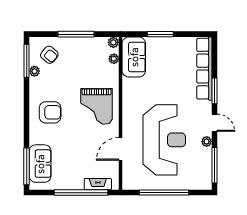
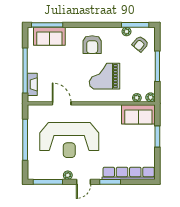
grand piano: (97, 106) -> (104, 76), moved

